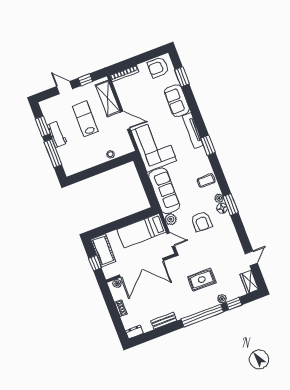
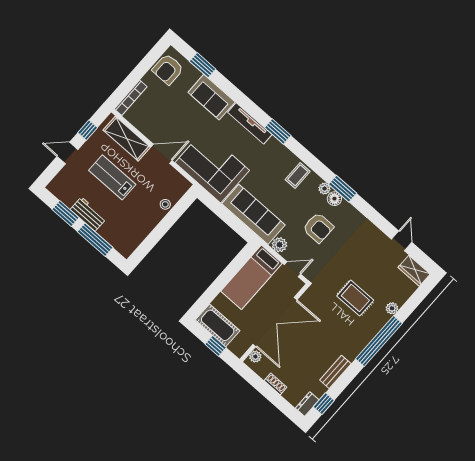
rug: (202, 280) -> (355, 298), turned 90
window: (234, 304) -> (324, 404), moved

